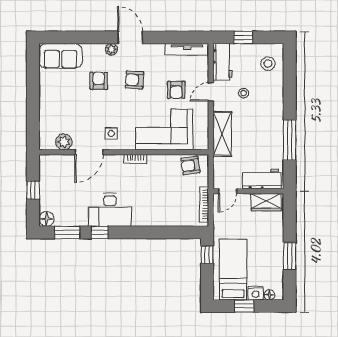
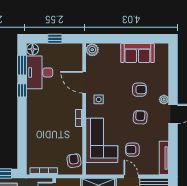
sofa: (61, 56) -> (137, 53), moved, turned -90
plant: (64, 142) -> (92, 50), moved
desk: (110, 210) -> (40, 72), moved

